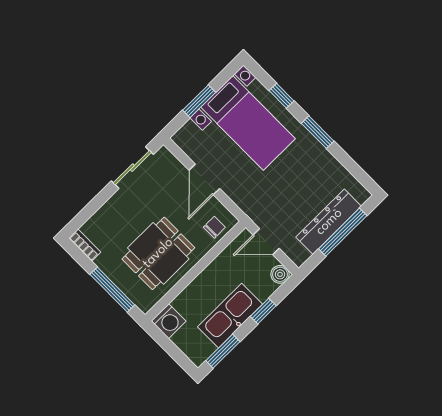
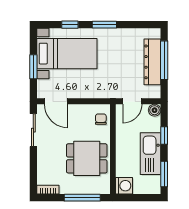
door: (204, 179) -> (56, 101), moved
dining table: (158, 253) -> (87, 158), turned 90

